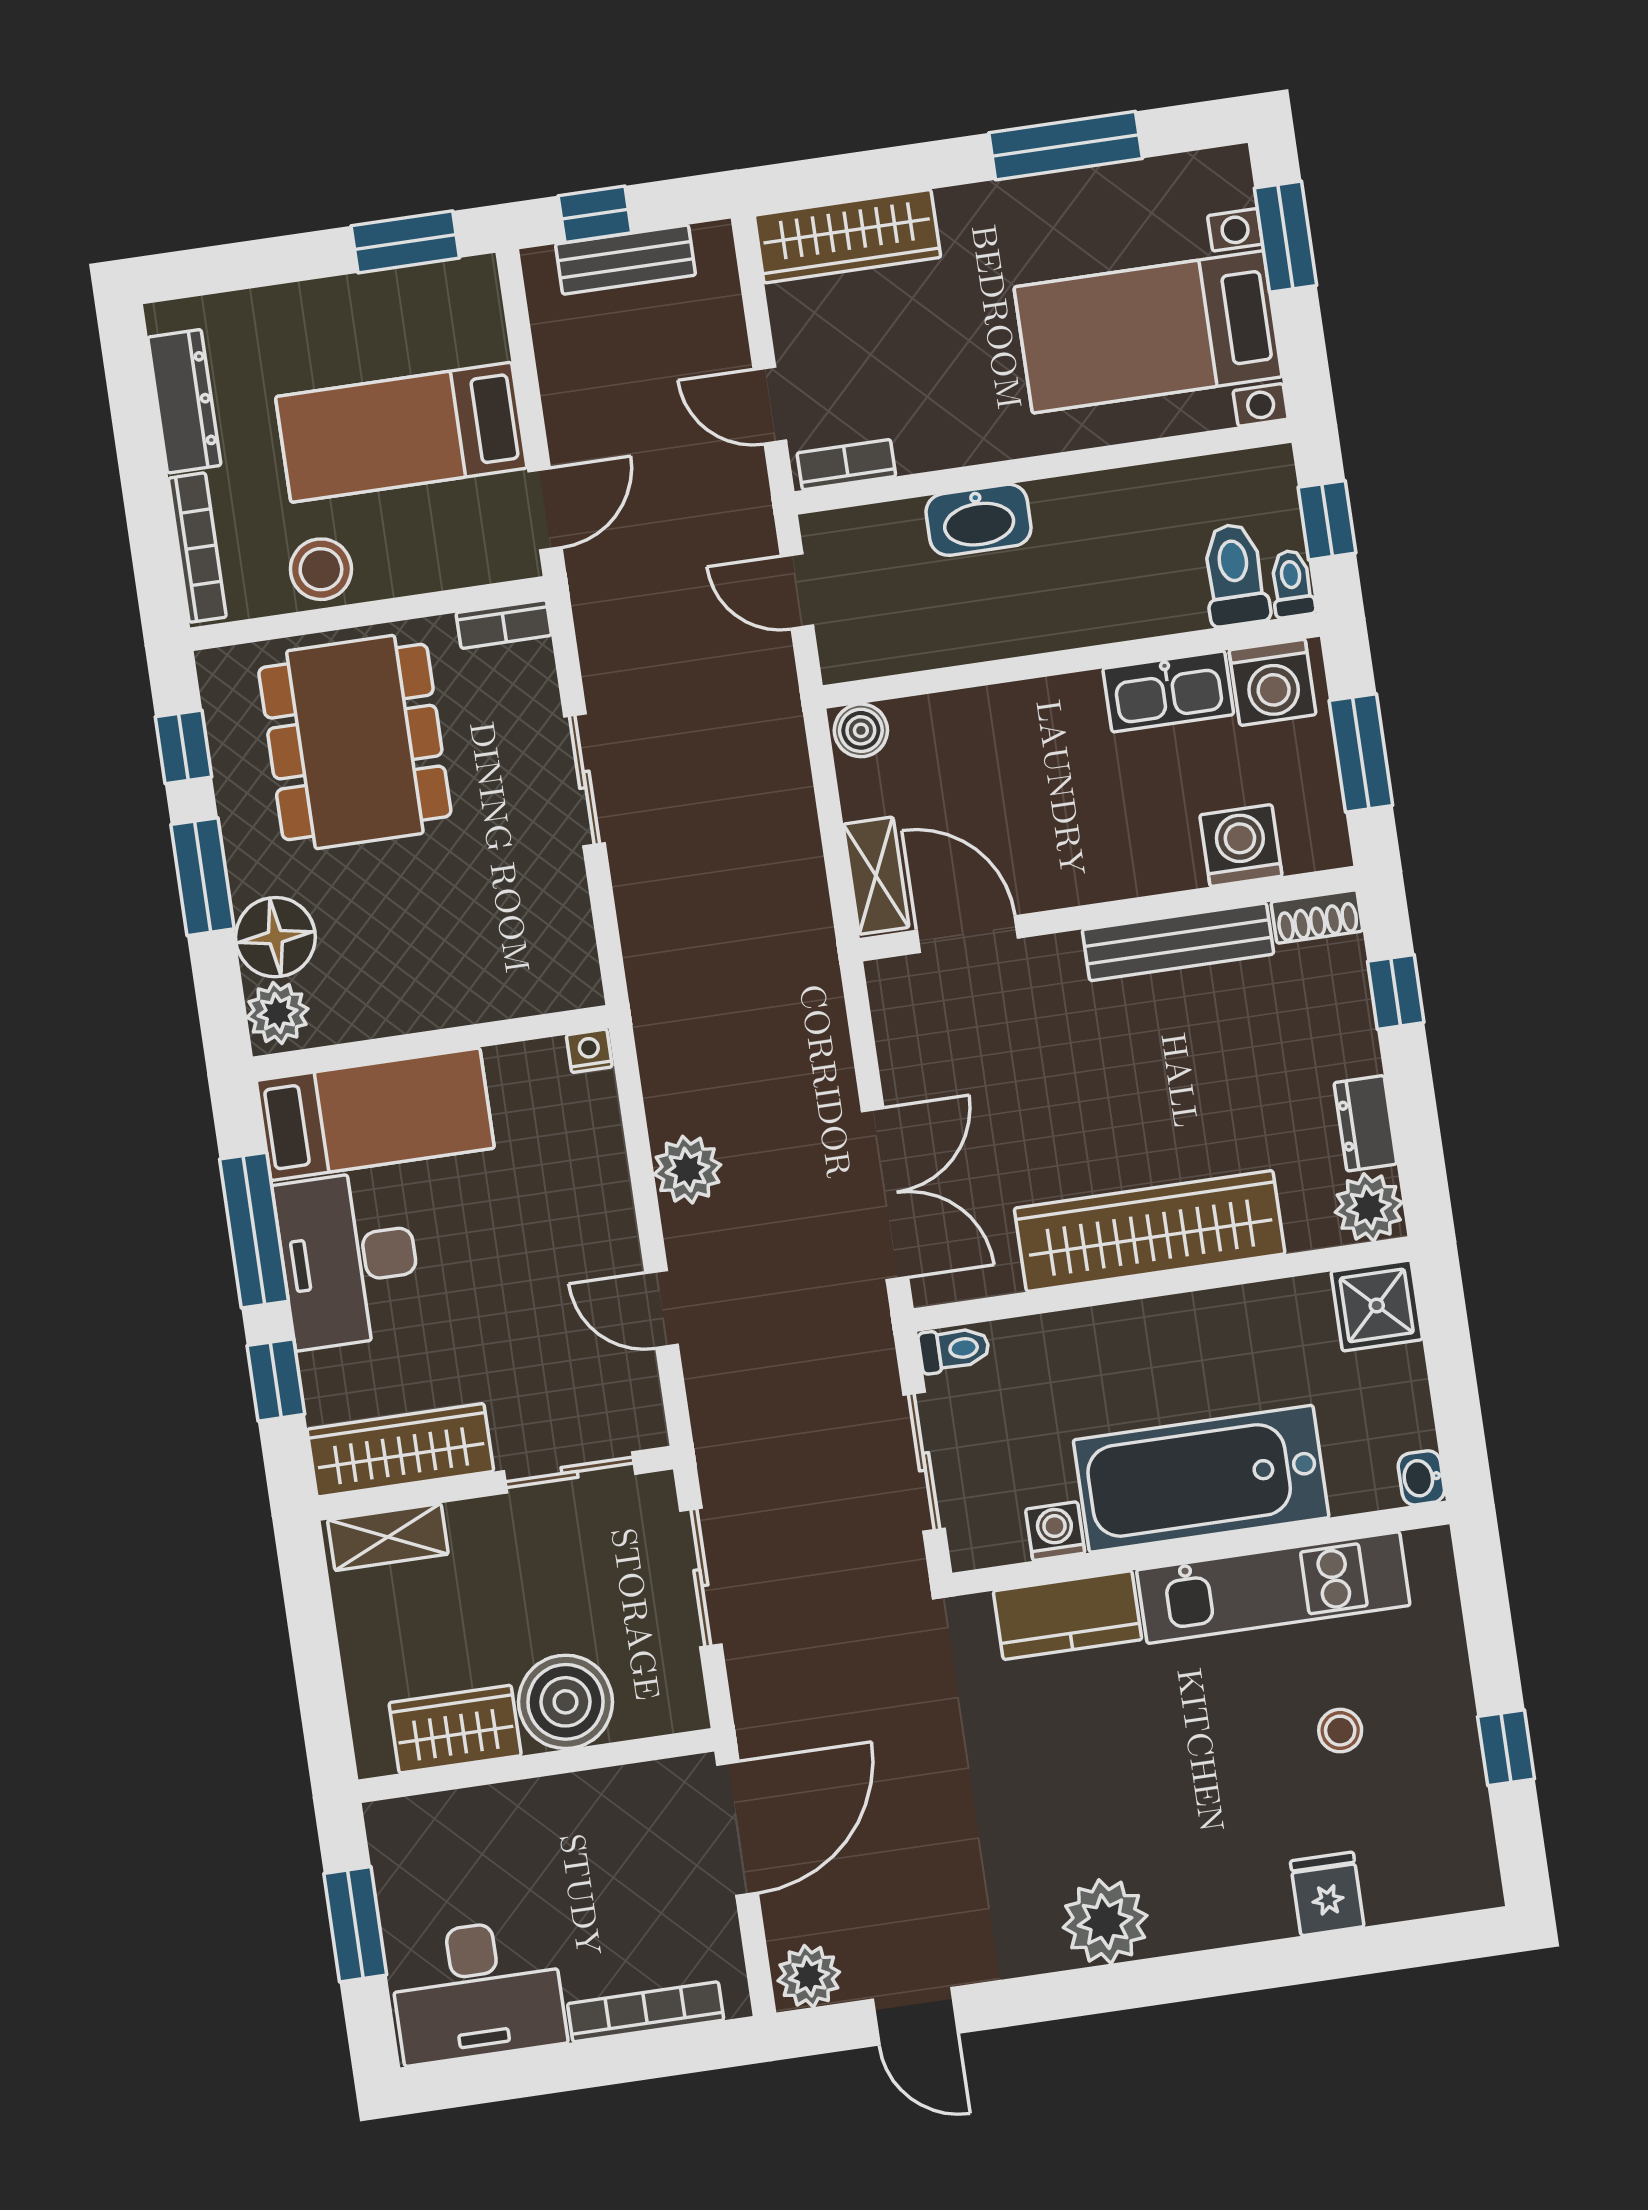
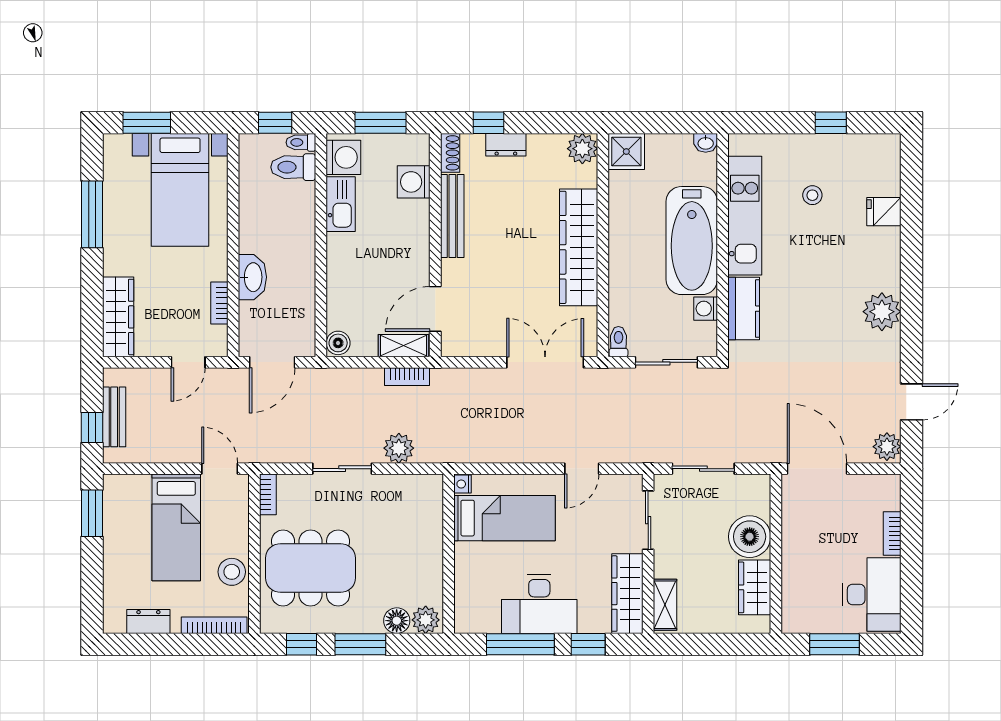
dresser: (184, 401) -> (148, 622), width x0.70
bookcase: (846, 465) -> (219, 303), moved
door: (797, 591) -> (272, 362), width x1.37
bookcase: (809, 893) -> (407, 377), added
floor lamp: (275, 937) -> (397, 621), width x0.73, depth x0.73
bed: (375, 1114) -> (505, 518), moved, turned 90
dresser: (1365, 1123) -> (506, 145), moved
plant: (688, 1170) -> (399, 448), moved
bookcase: (646, 2012) -> (892, 534), width x0.64

